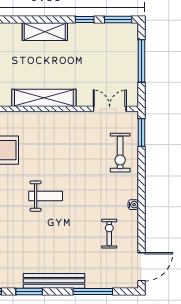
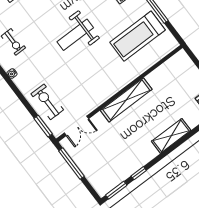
shelving: (45, 32) -> (171, 136), moved
window: (141, 61) -> (71, 164), moved
weight bench: (46, 196) -> (75, 35), width x1.36, depth x1.33

